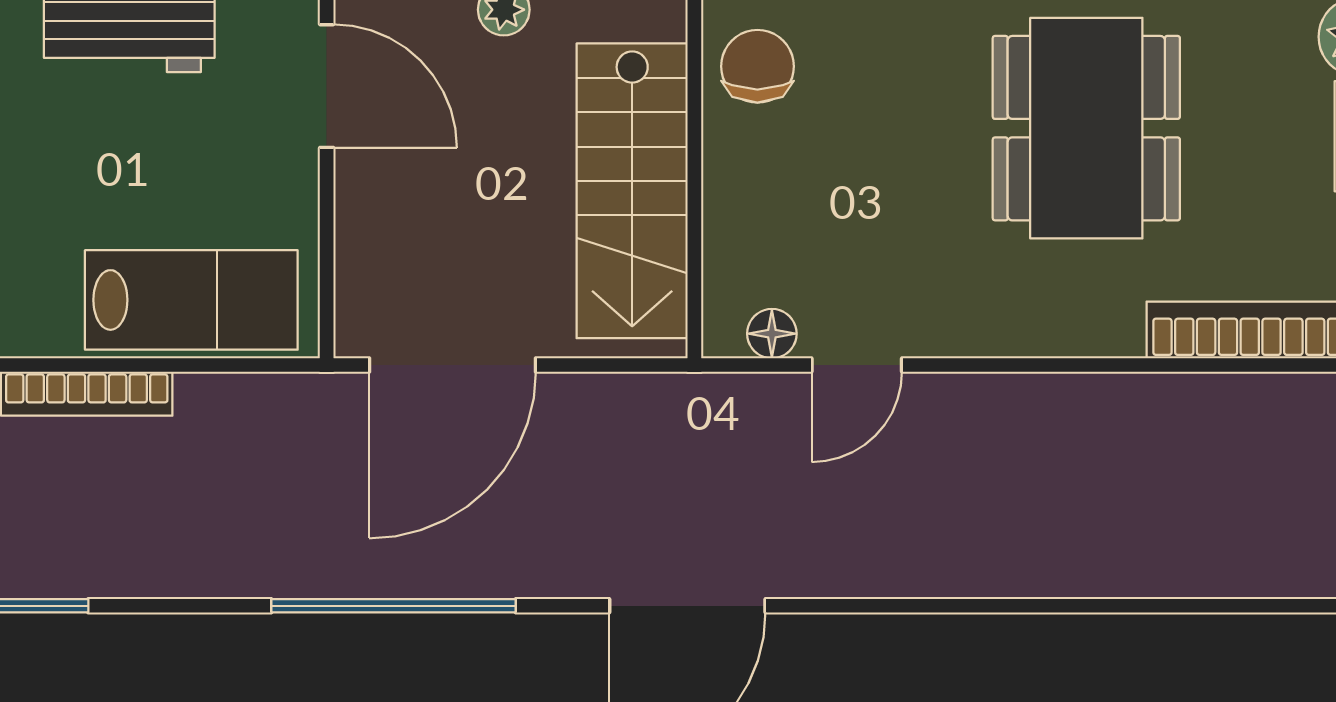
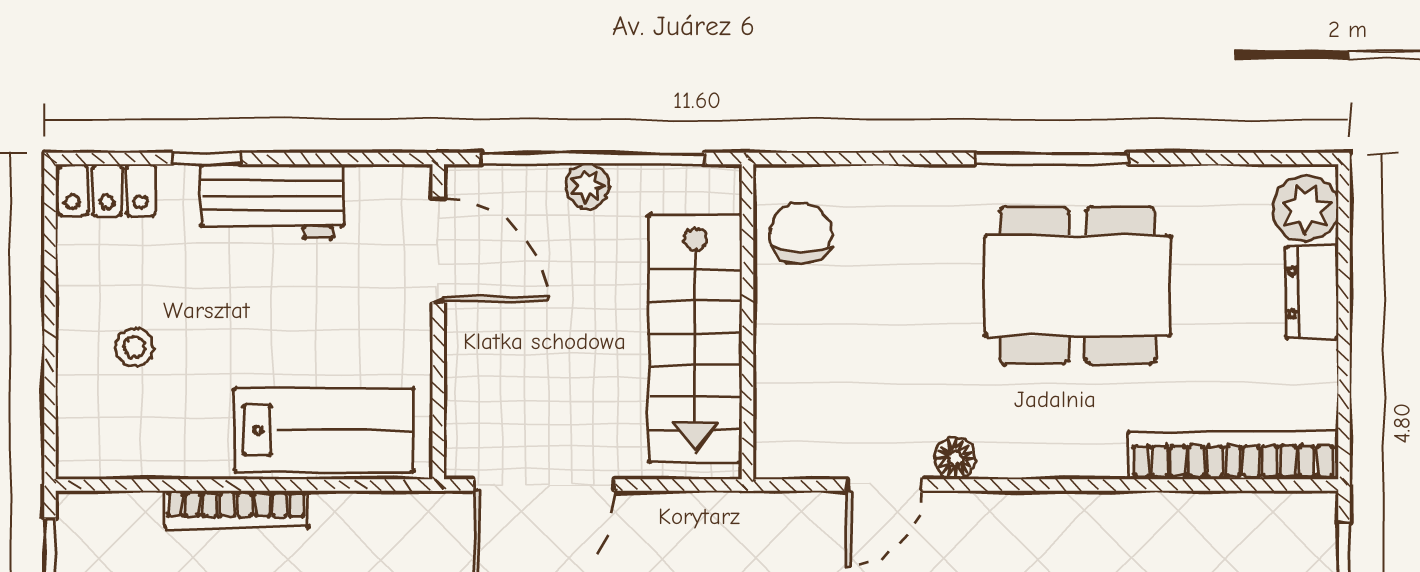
dining table: (1086, 128) -> (1077, 286), turned 90
floor lamp: (772, 334) -> (955, 458), moved

